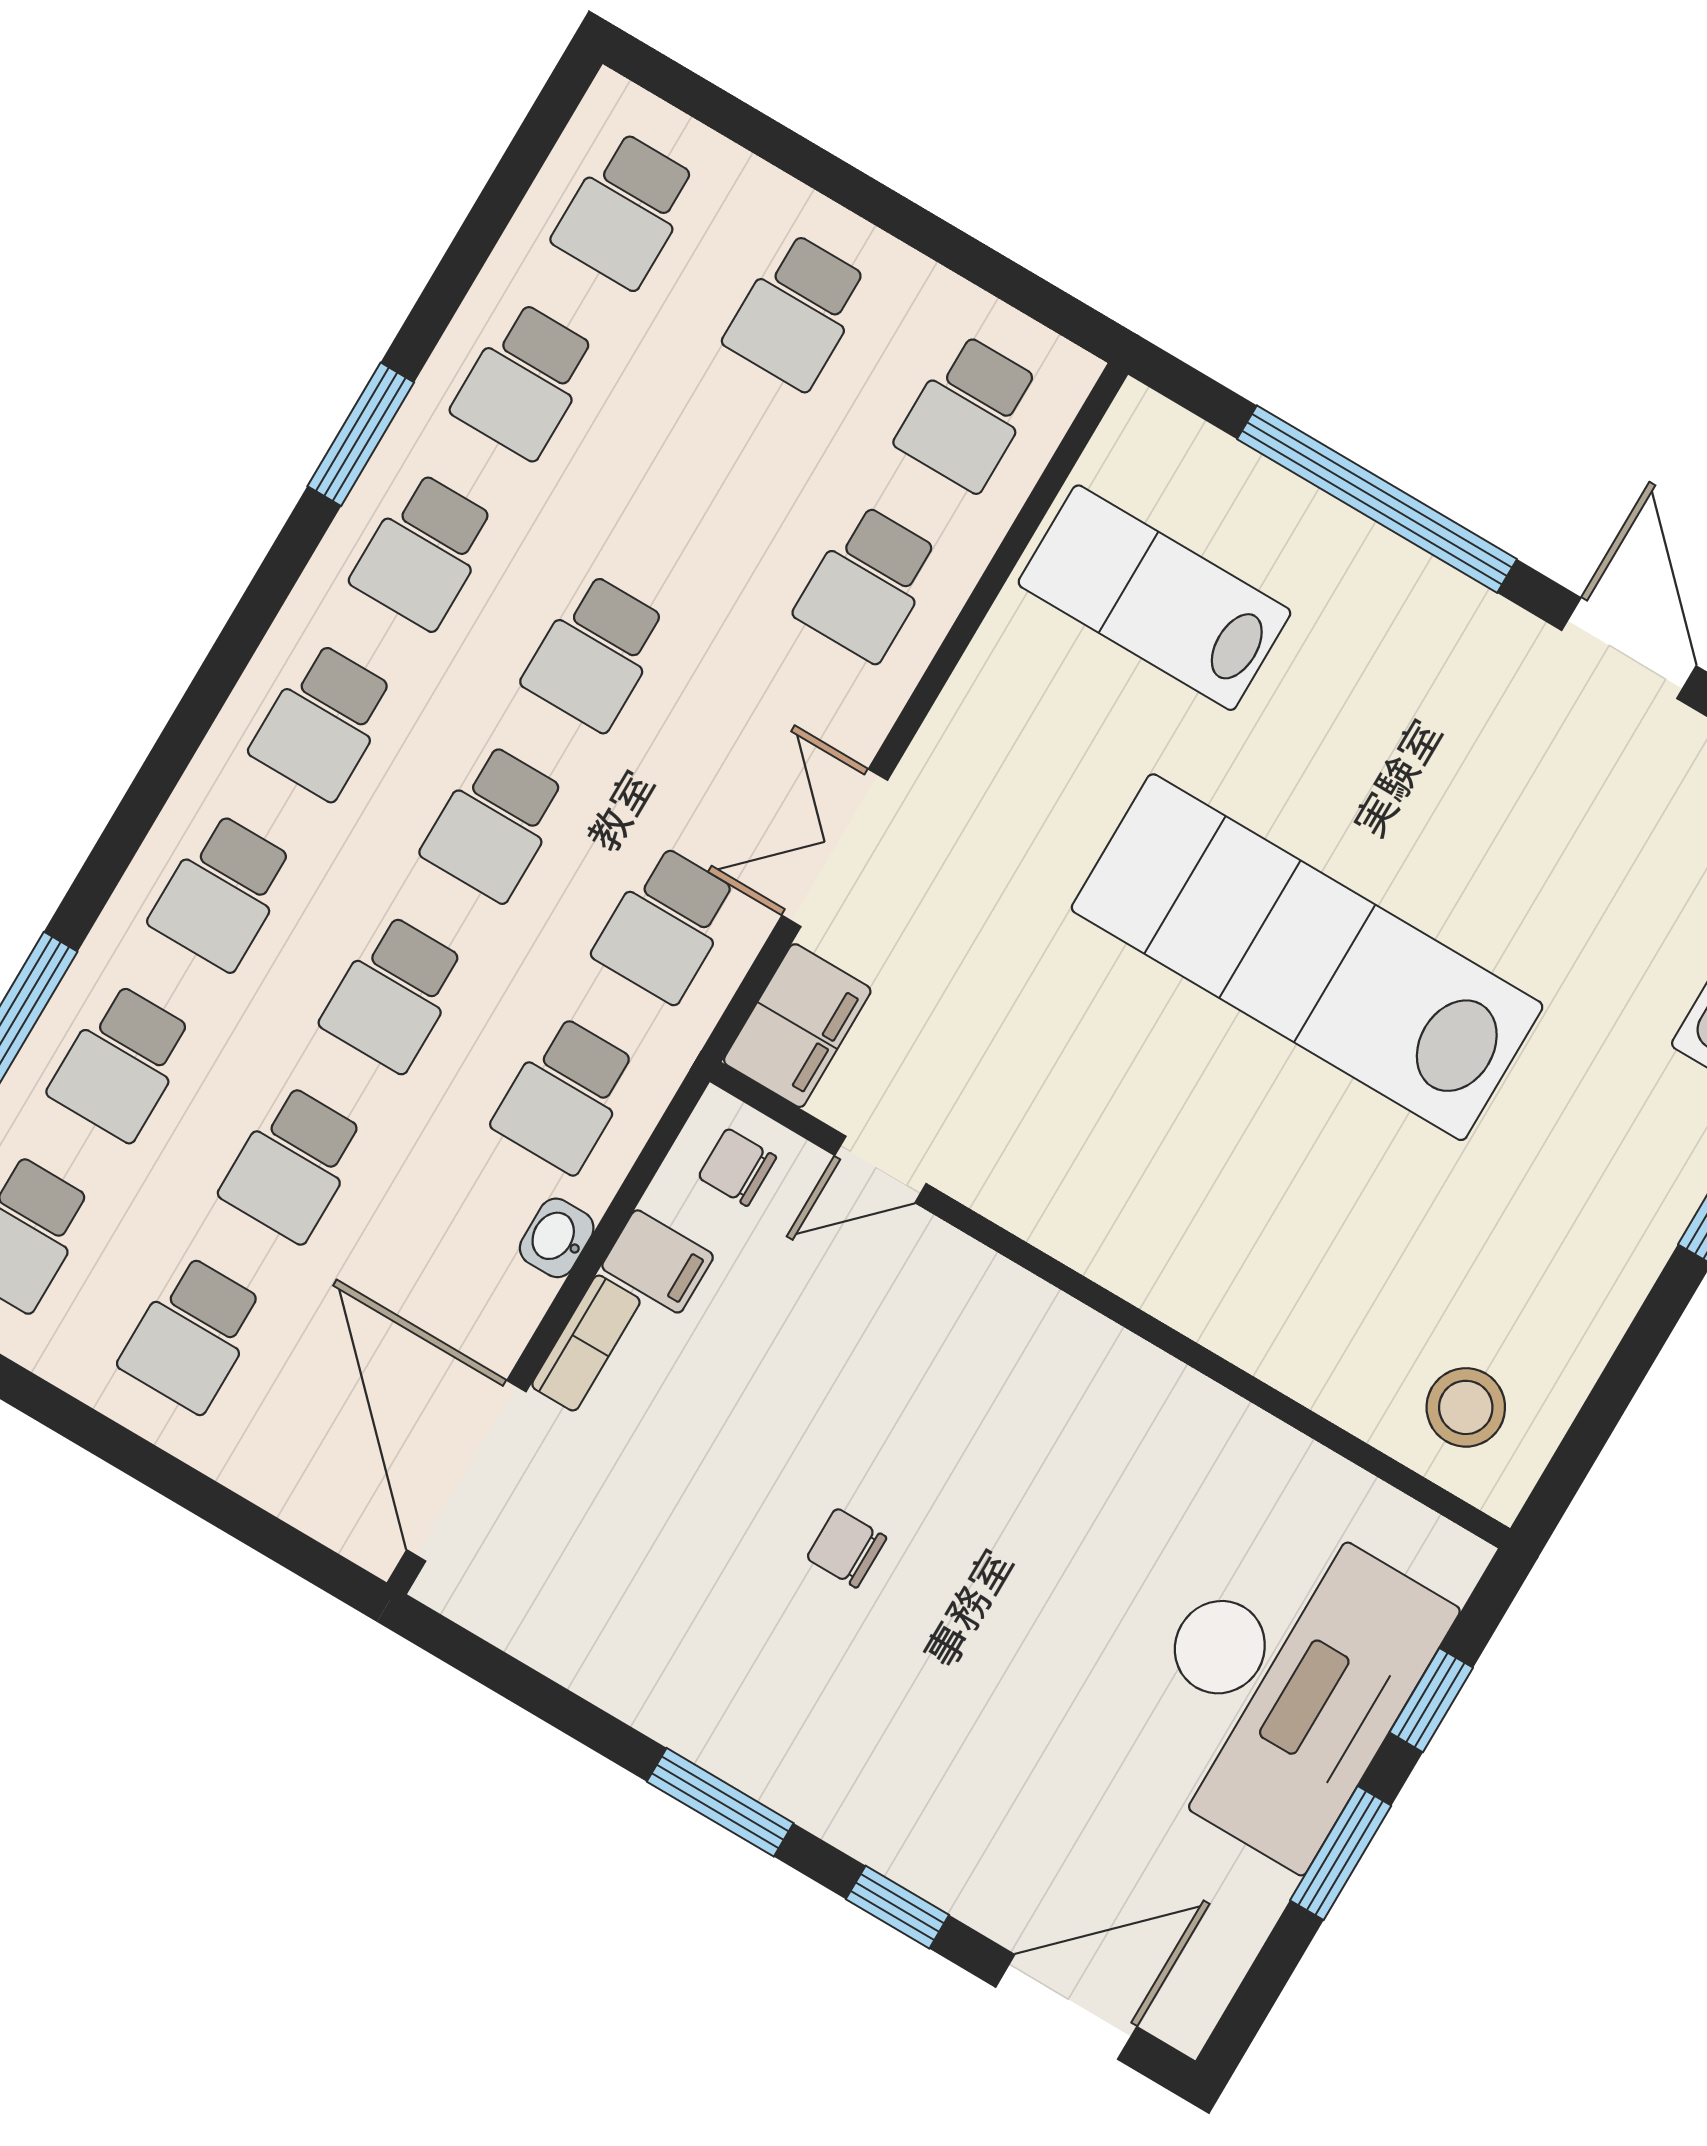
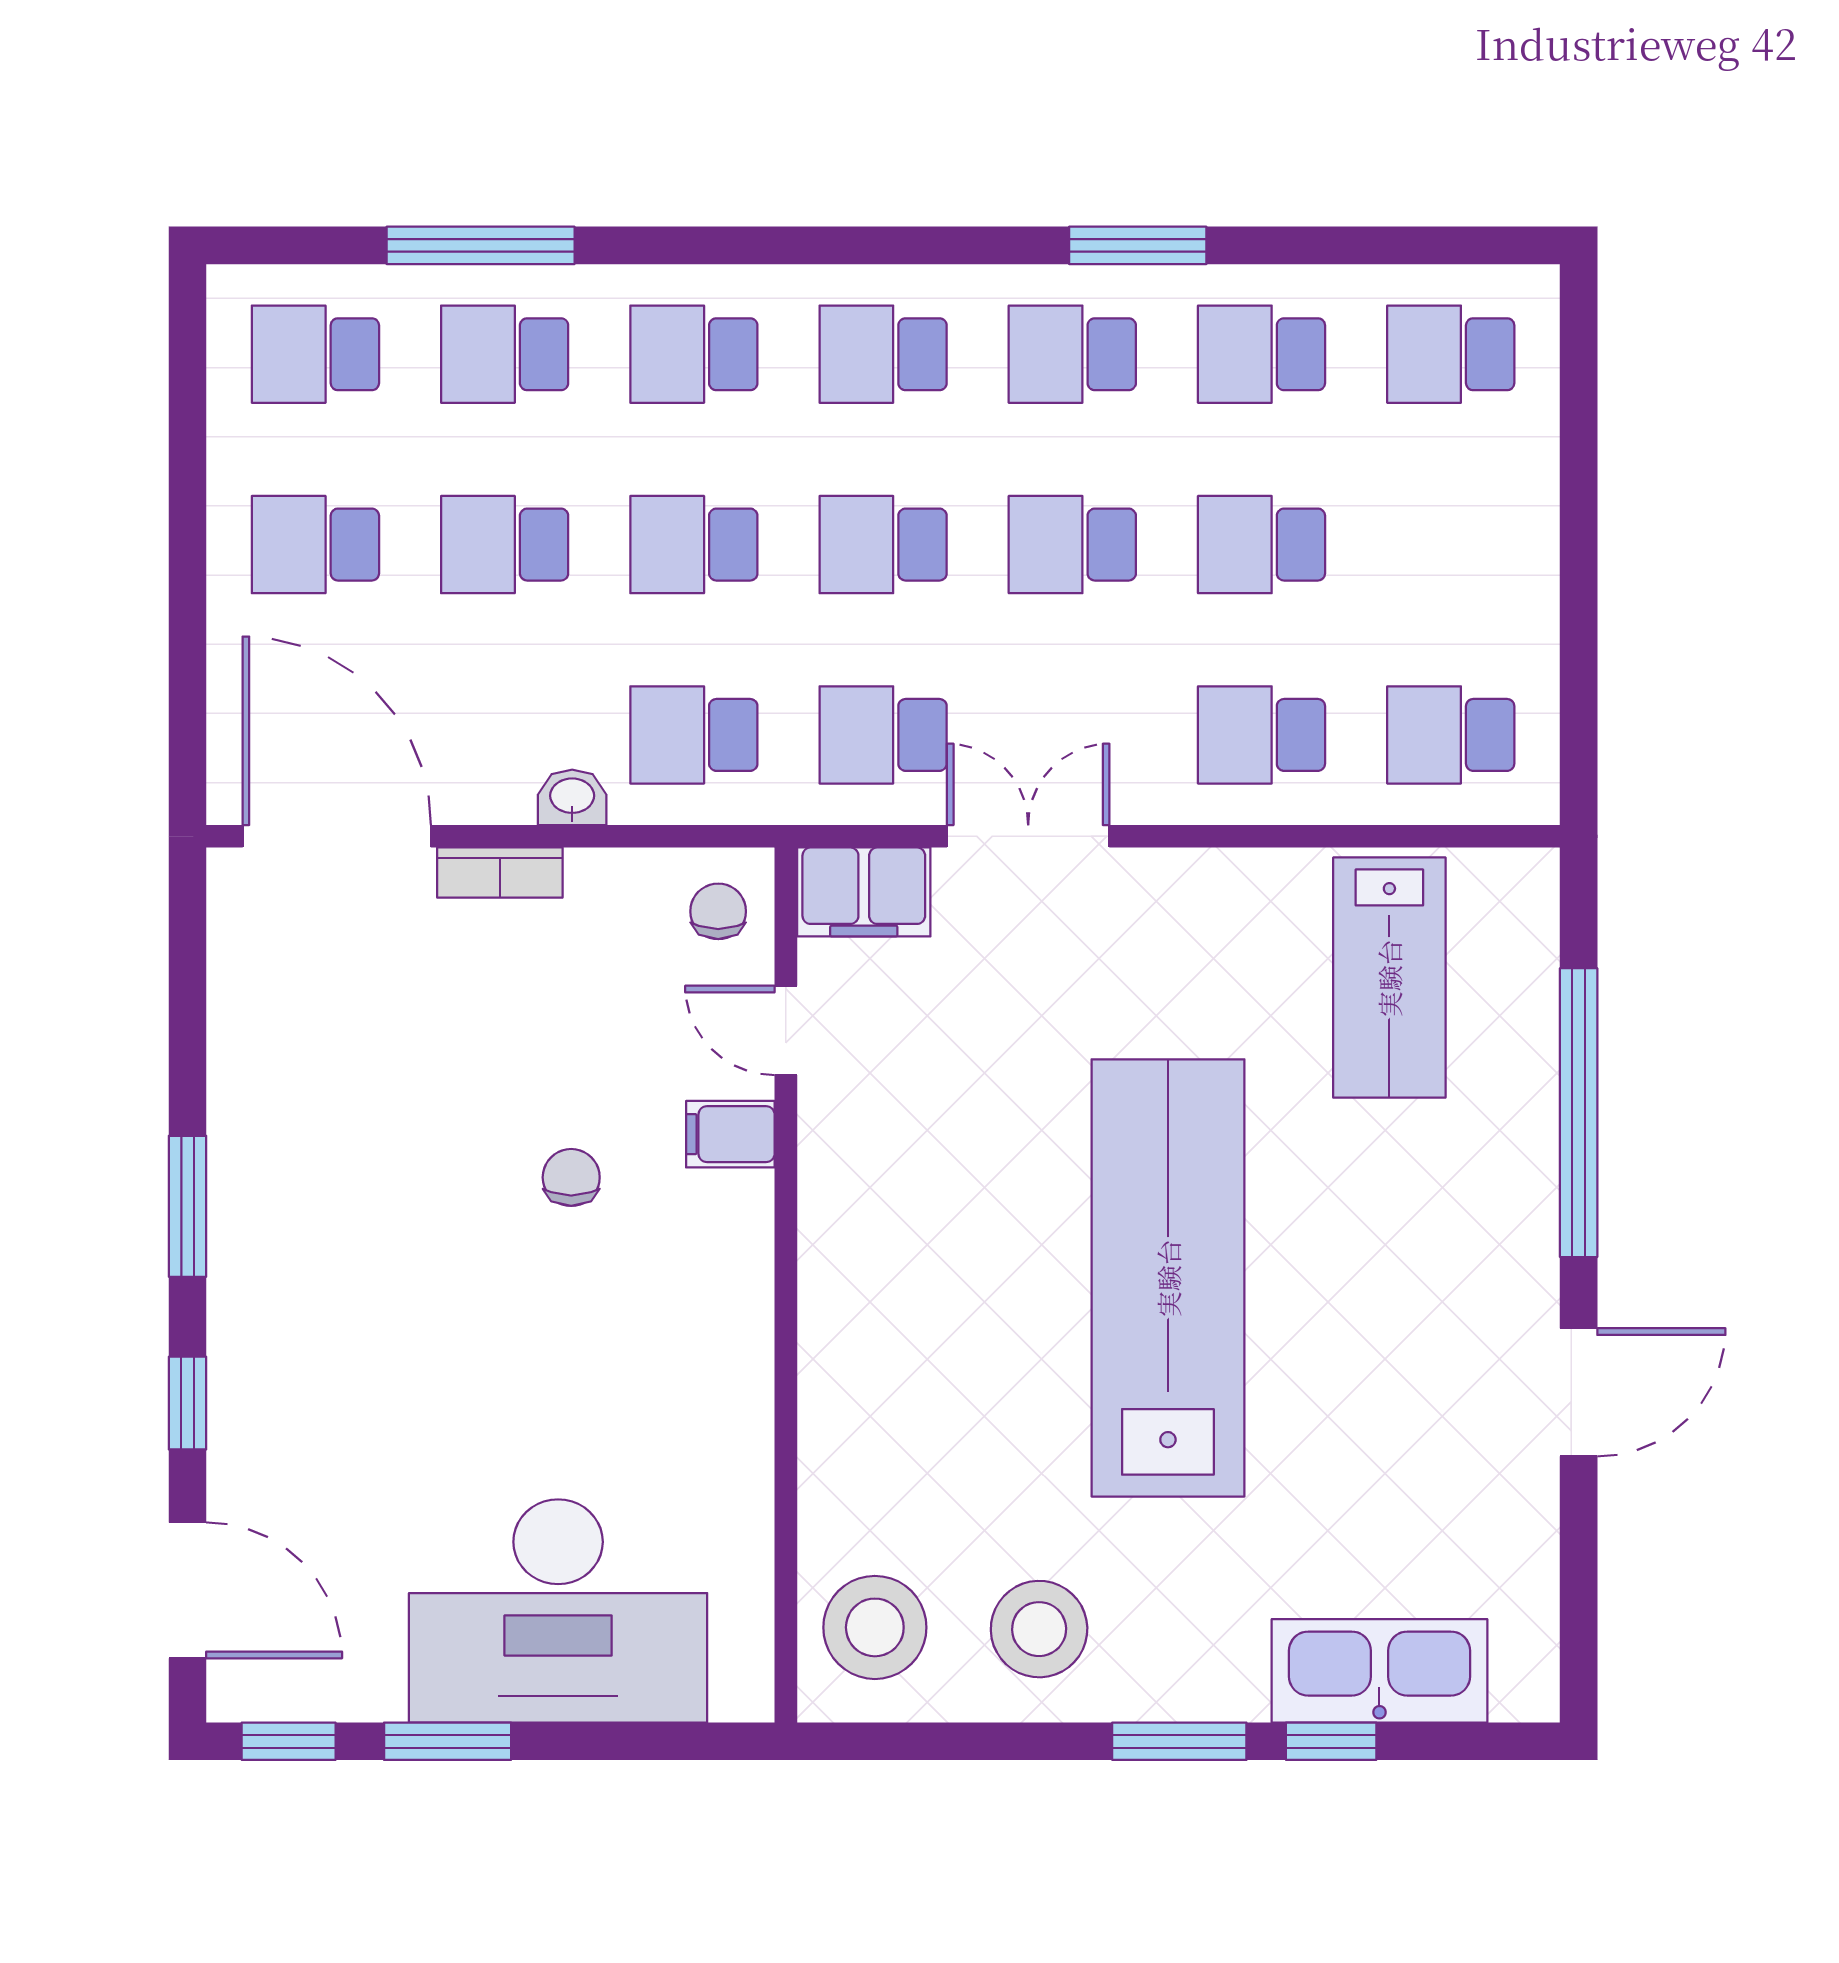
school desk: (797, 312) -> (1262, 545), moved
lab bench: (1154, 598) -> (1389, 978), turned 180
stool: (1555, 1260) -> (1039, 1629), added
filing cabinet: (658, 1261) -> (730, 1134), moved, turned 90
stool: (1466, 1407) -> (875, 1627), width x1.38, depth x1.38
door: (466, 1471) -> (337, 836), hinge flipped
chair: (846, 1548) -> (571, 1177), moved
window: (1431, 1700) -> (289, 1741), moved

